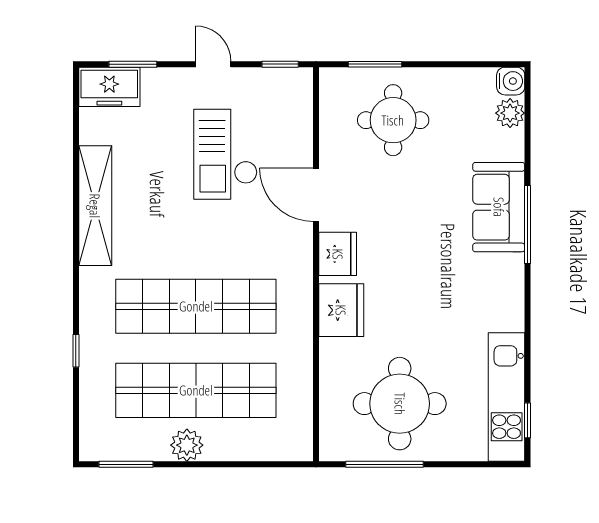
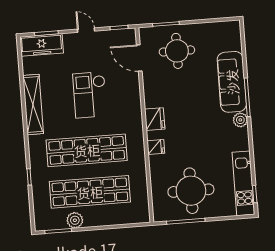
water cooler: (511, 81) -> (233, 27), removed
freezer: (109, 87) -> (42, 45), width x1.40
plant: (510, 113) -> (240, 120), moved
checkout: (225, 154) -> (90, 95), moved
door: (316, 195) -> (139, 58), moved
sofa: (499, 207) -> (232, 82), width x1.36
fridge: (341, 310) -> (156, 147), width x0.53, depth x0.75
plant: (187, 445) -> (75, 220), moved

